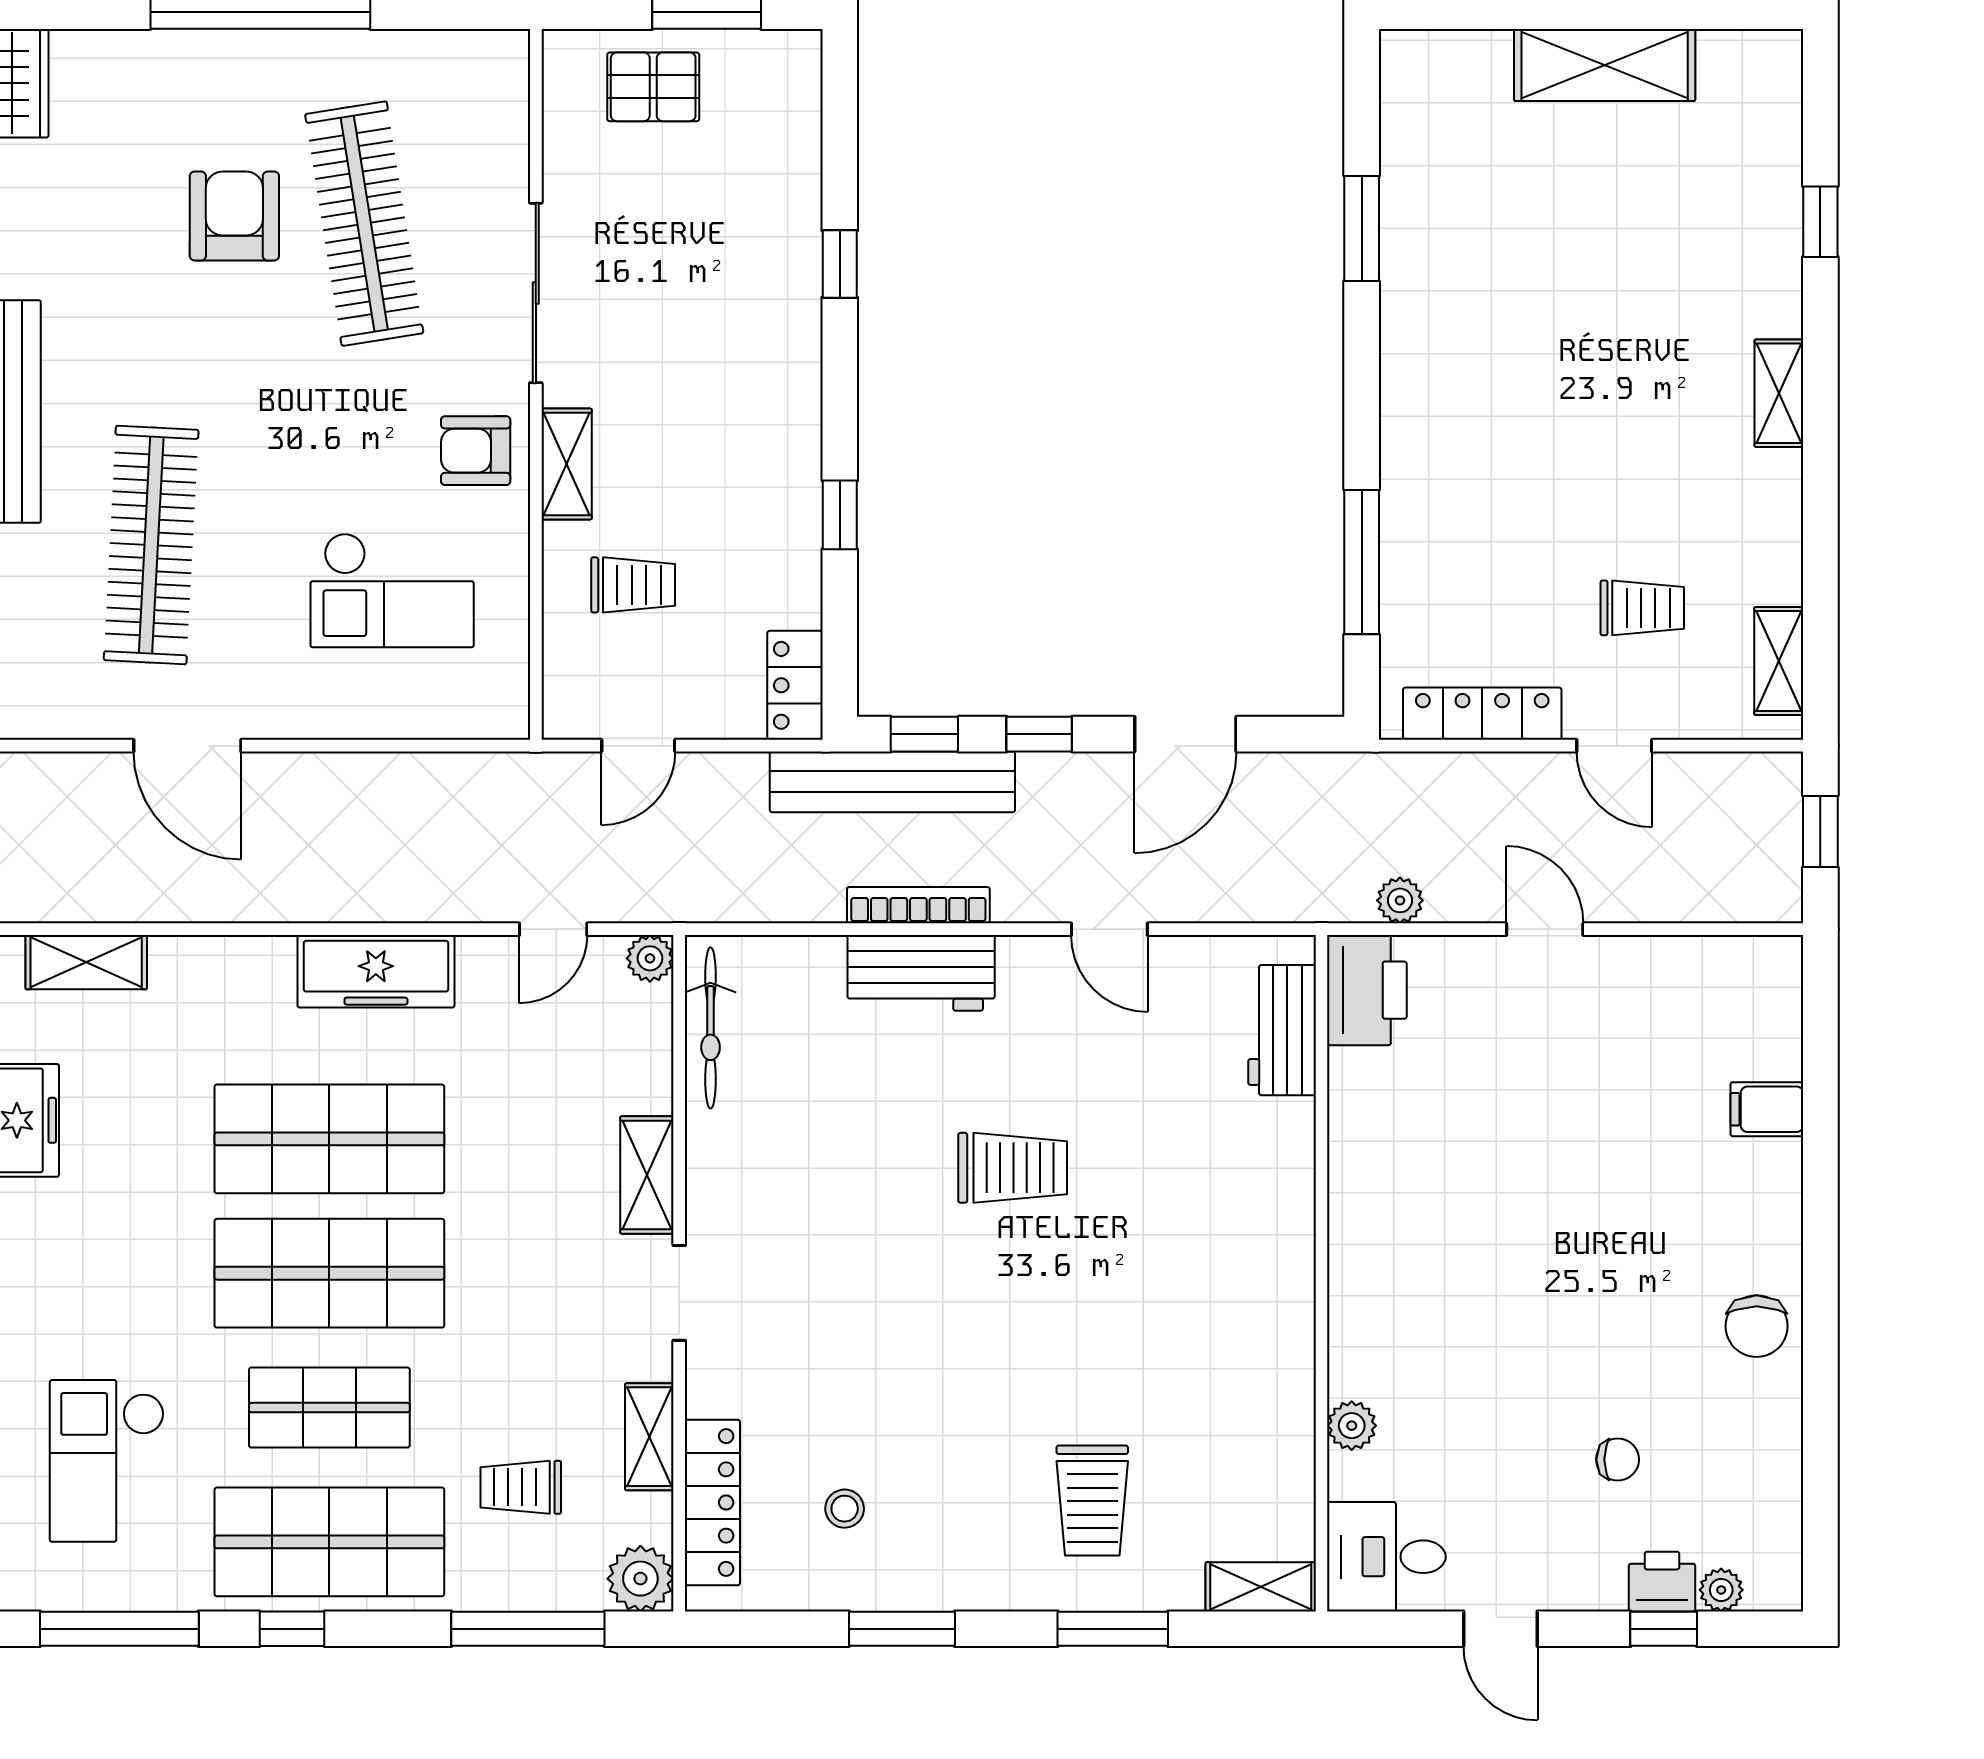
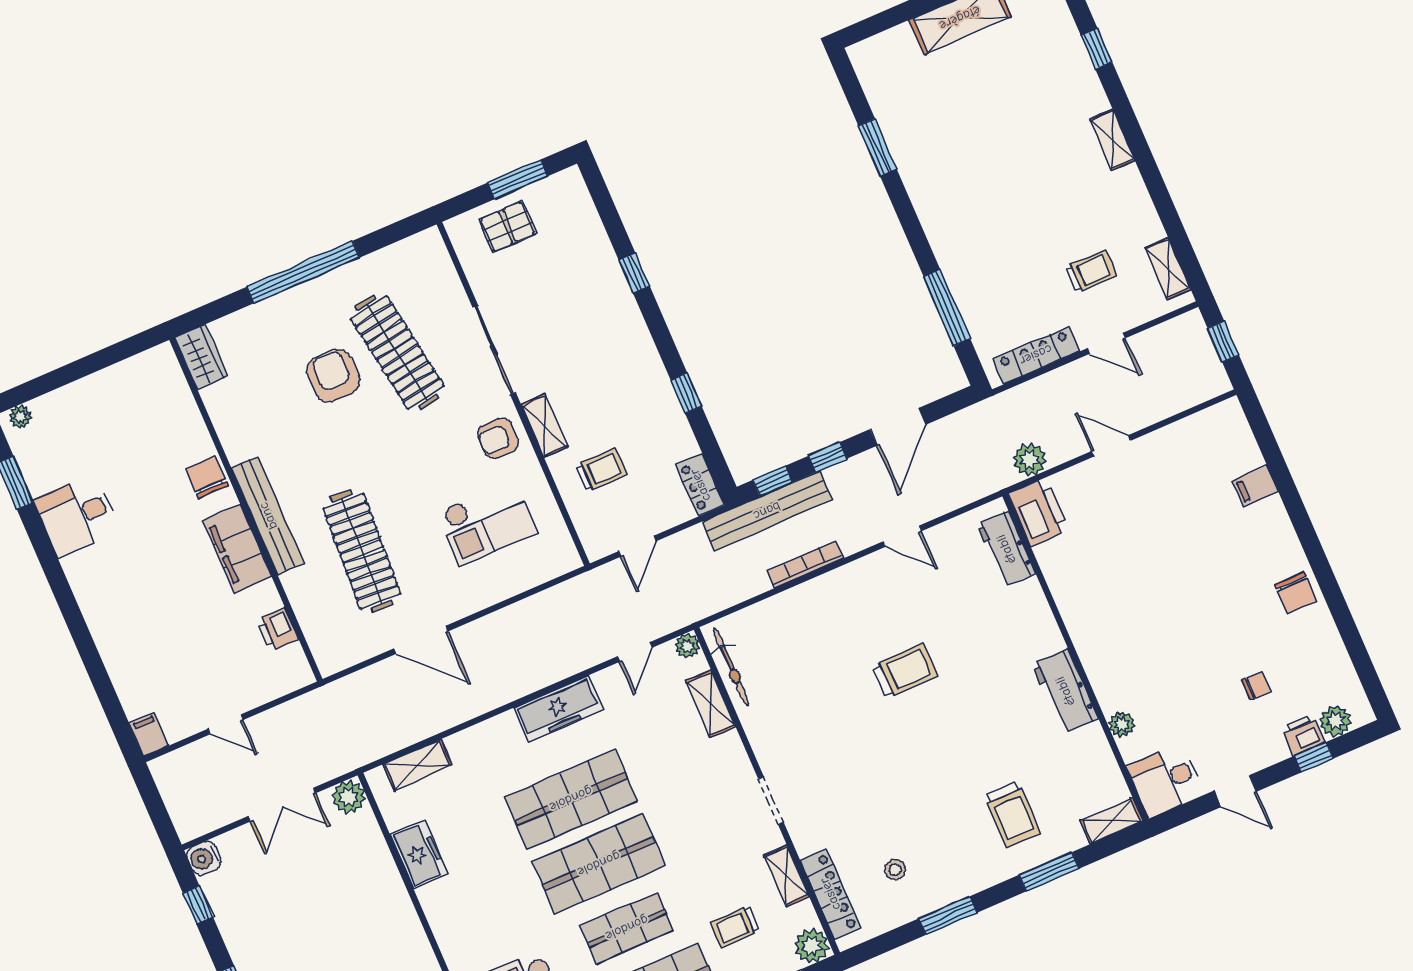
plant: (1400, 900) -> (1030, 460), width x1.38, depth x1.38
workbench: (921, 973) -> (1065, 691), moved, turned 90
shelving: (647, 1175) -> (711, 704), moved
plant: (1721, 1590) -> (1335, 721), width x1.38, depth x1.38

